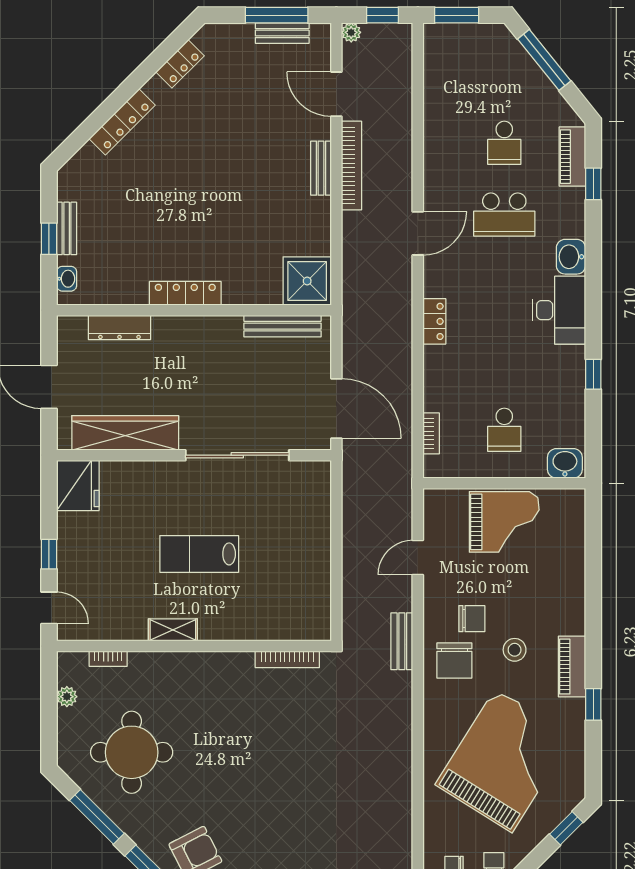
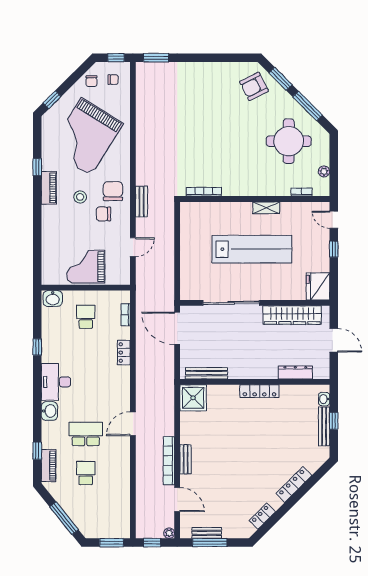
bench: (67, 228) -> (324, 426), width x1.36
locker: (434, 321) -> (124, 353), moved
lab bench: (199, 554) -> (252, 249), width x1.86, depth x1.39

